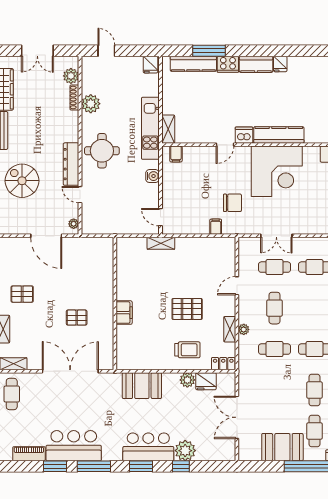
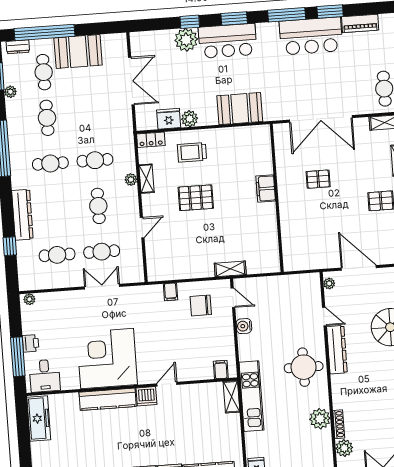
water cooler: (152, 176) -> (244, 326), moved
chair: (232, 203) -> (201, 305), moved

